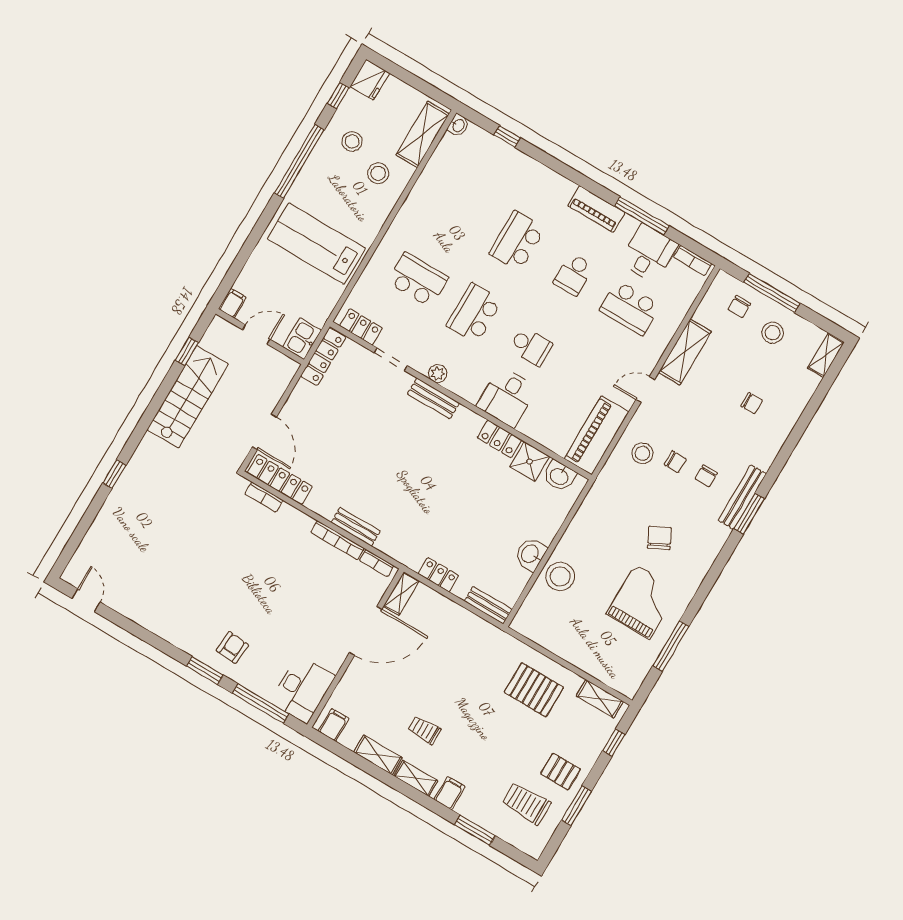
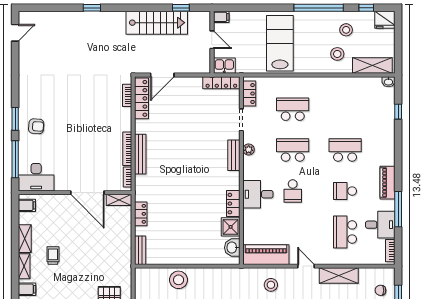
school desk: (418, 280) -> (293, 109), turned -90
bench: (356, 527) -> (140, 154), width x1.36
washbasin: (530, 554) -> (181, 257), removed

